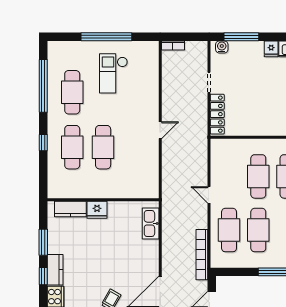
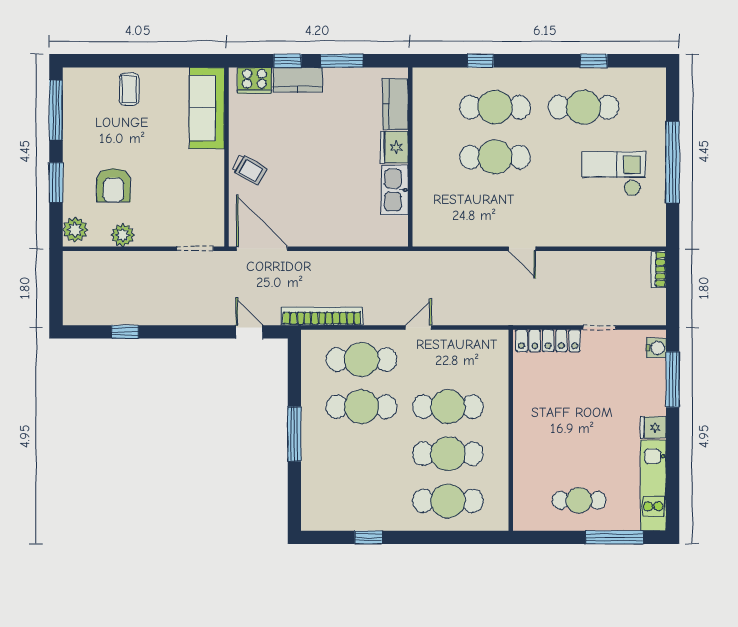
window: (43, 86) -> (594, 61), width x0.32
window: (43, 143) -> (480, 61), moved
kitchen sink: (151, 224) -> (395, 190), moved, turned -90

